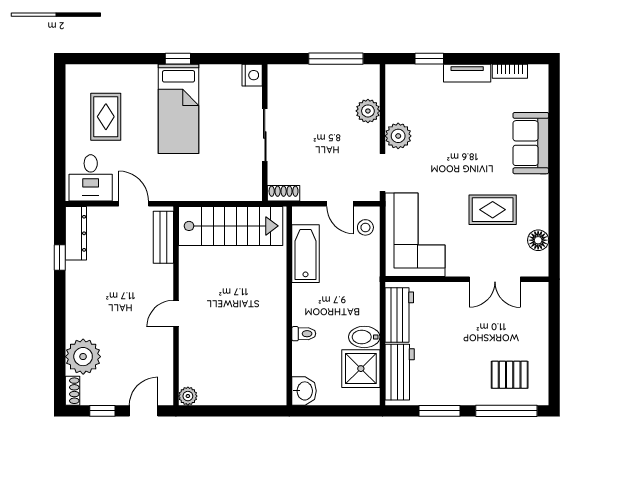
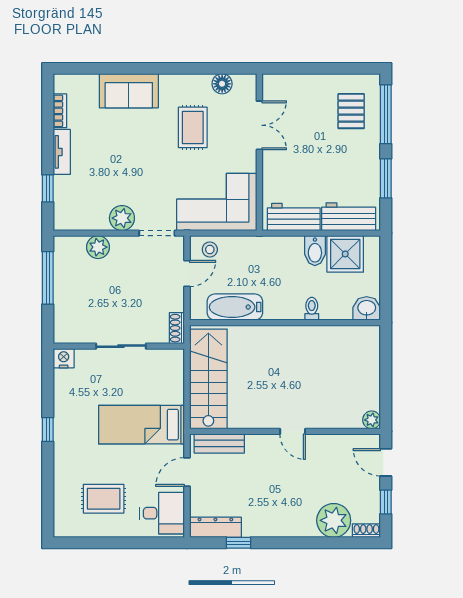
bed: (178, 109) -> (142, 425), moved, turned 180

